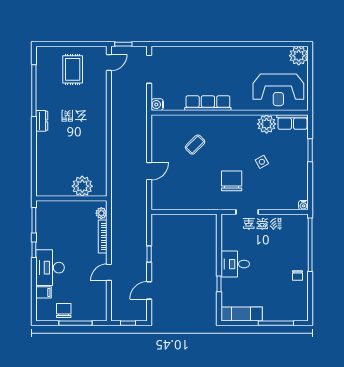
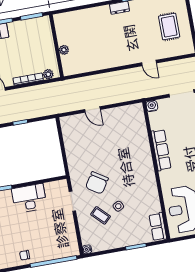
door: (109, 63) -> (149, 63), moved
rug: (73, 69) -> (169, 27), turned 90
plant: (267, 124) -> (152, 204), removed
coffee table: (195, 145) -> (101, 215), moved
chair: (232, 181) -> (97, 183), turned 123
plant: (82, 186) -> (64, 50), width x0.53, depth x0.53
desk: (235, 264) -> (29, 198), width x1.37

